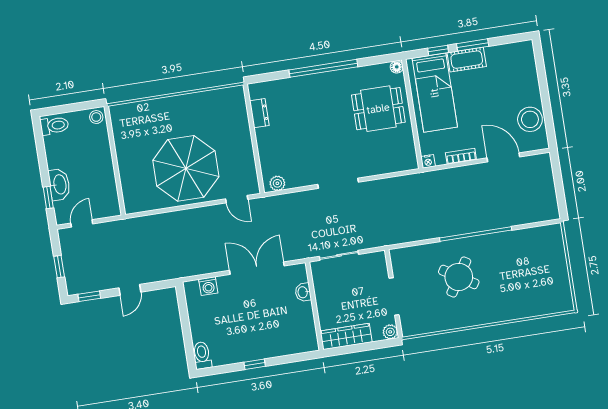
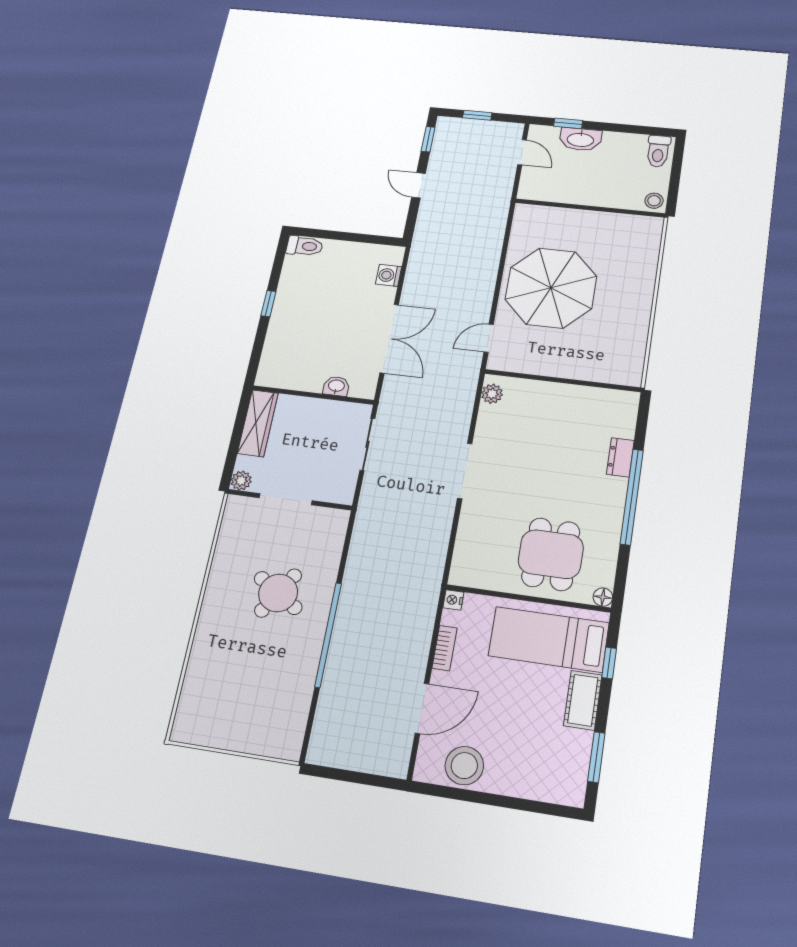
window: (473, 45) -> (596, 757), moved
dresser: (259, 113) -> (620, 457), moved, turned 90

